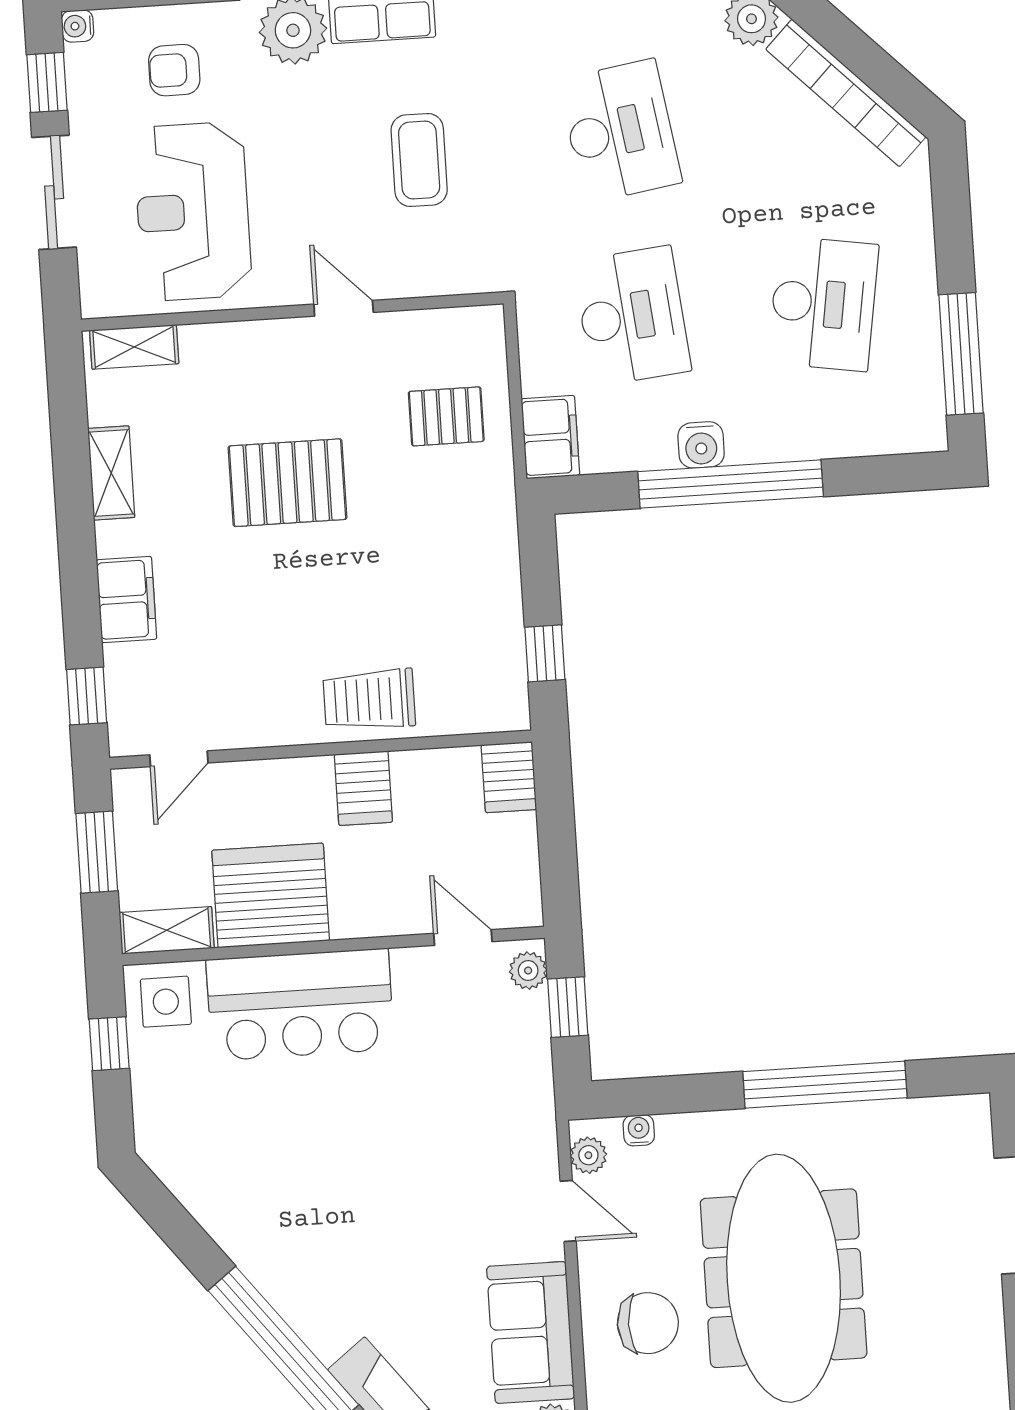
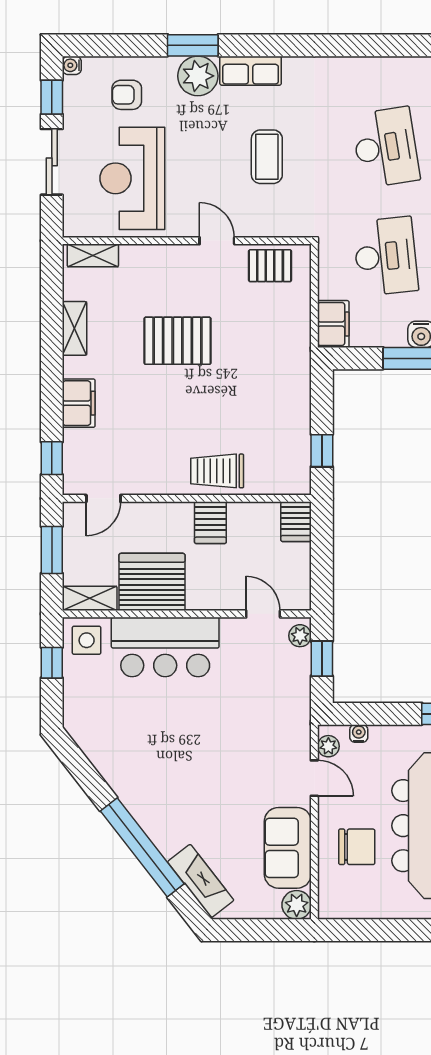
pallet: (446, 416) -> (270, 266), moved

